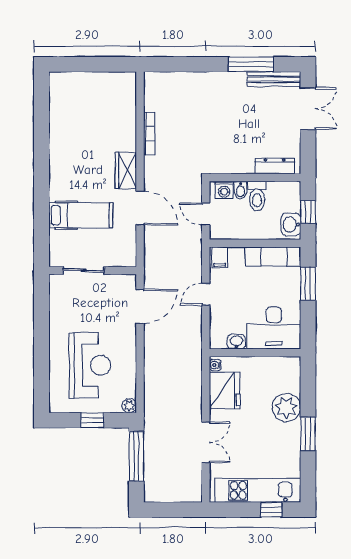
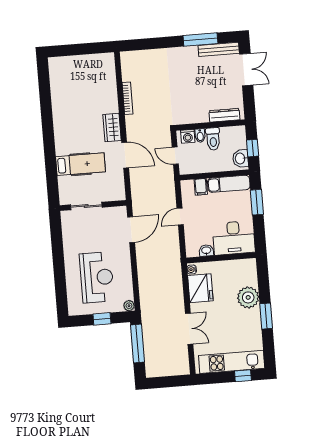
filing cabinet: (220, 257) -> (201, 187), moved

